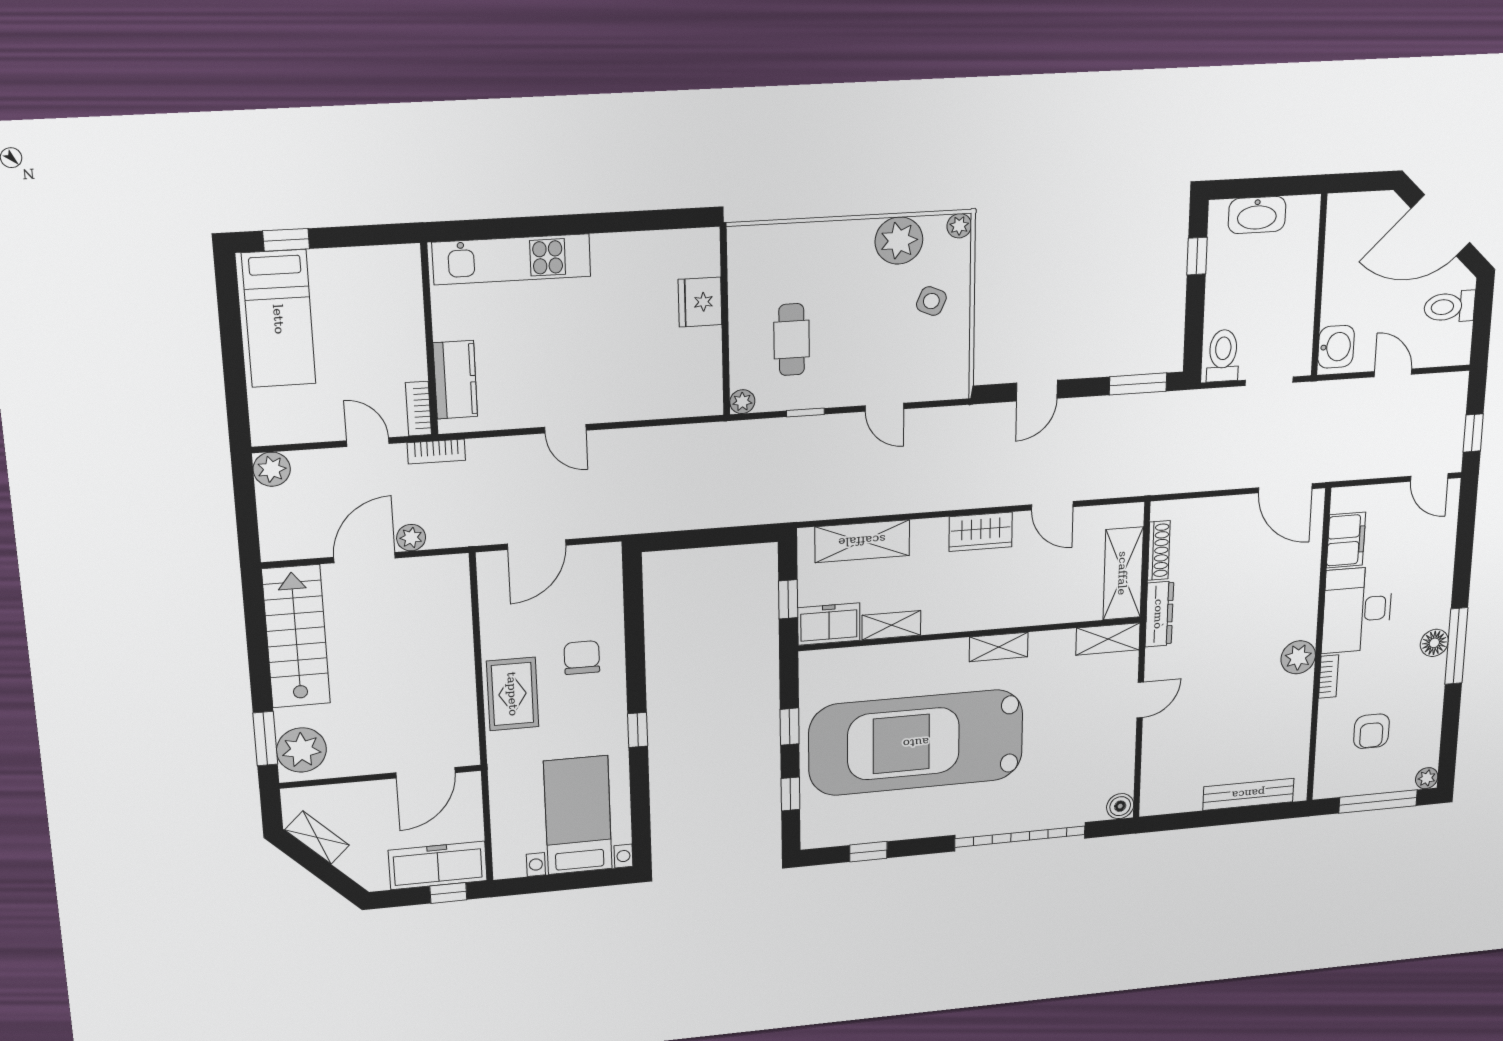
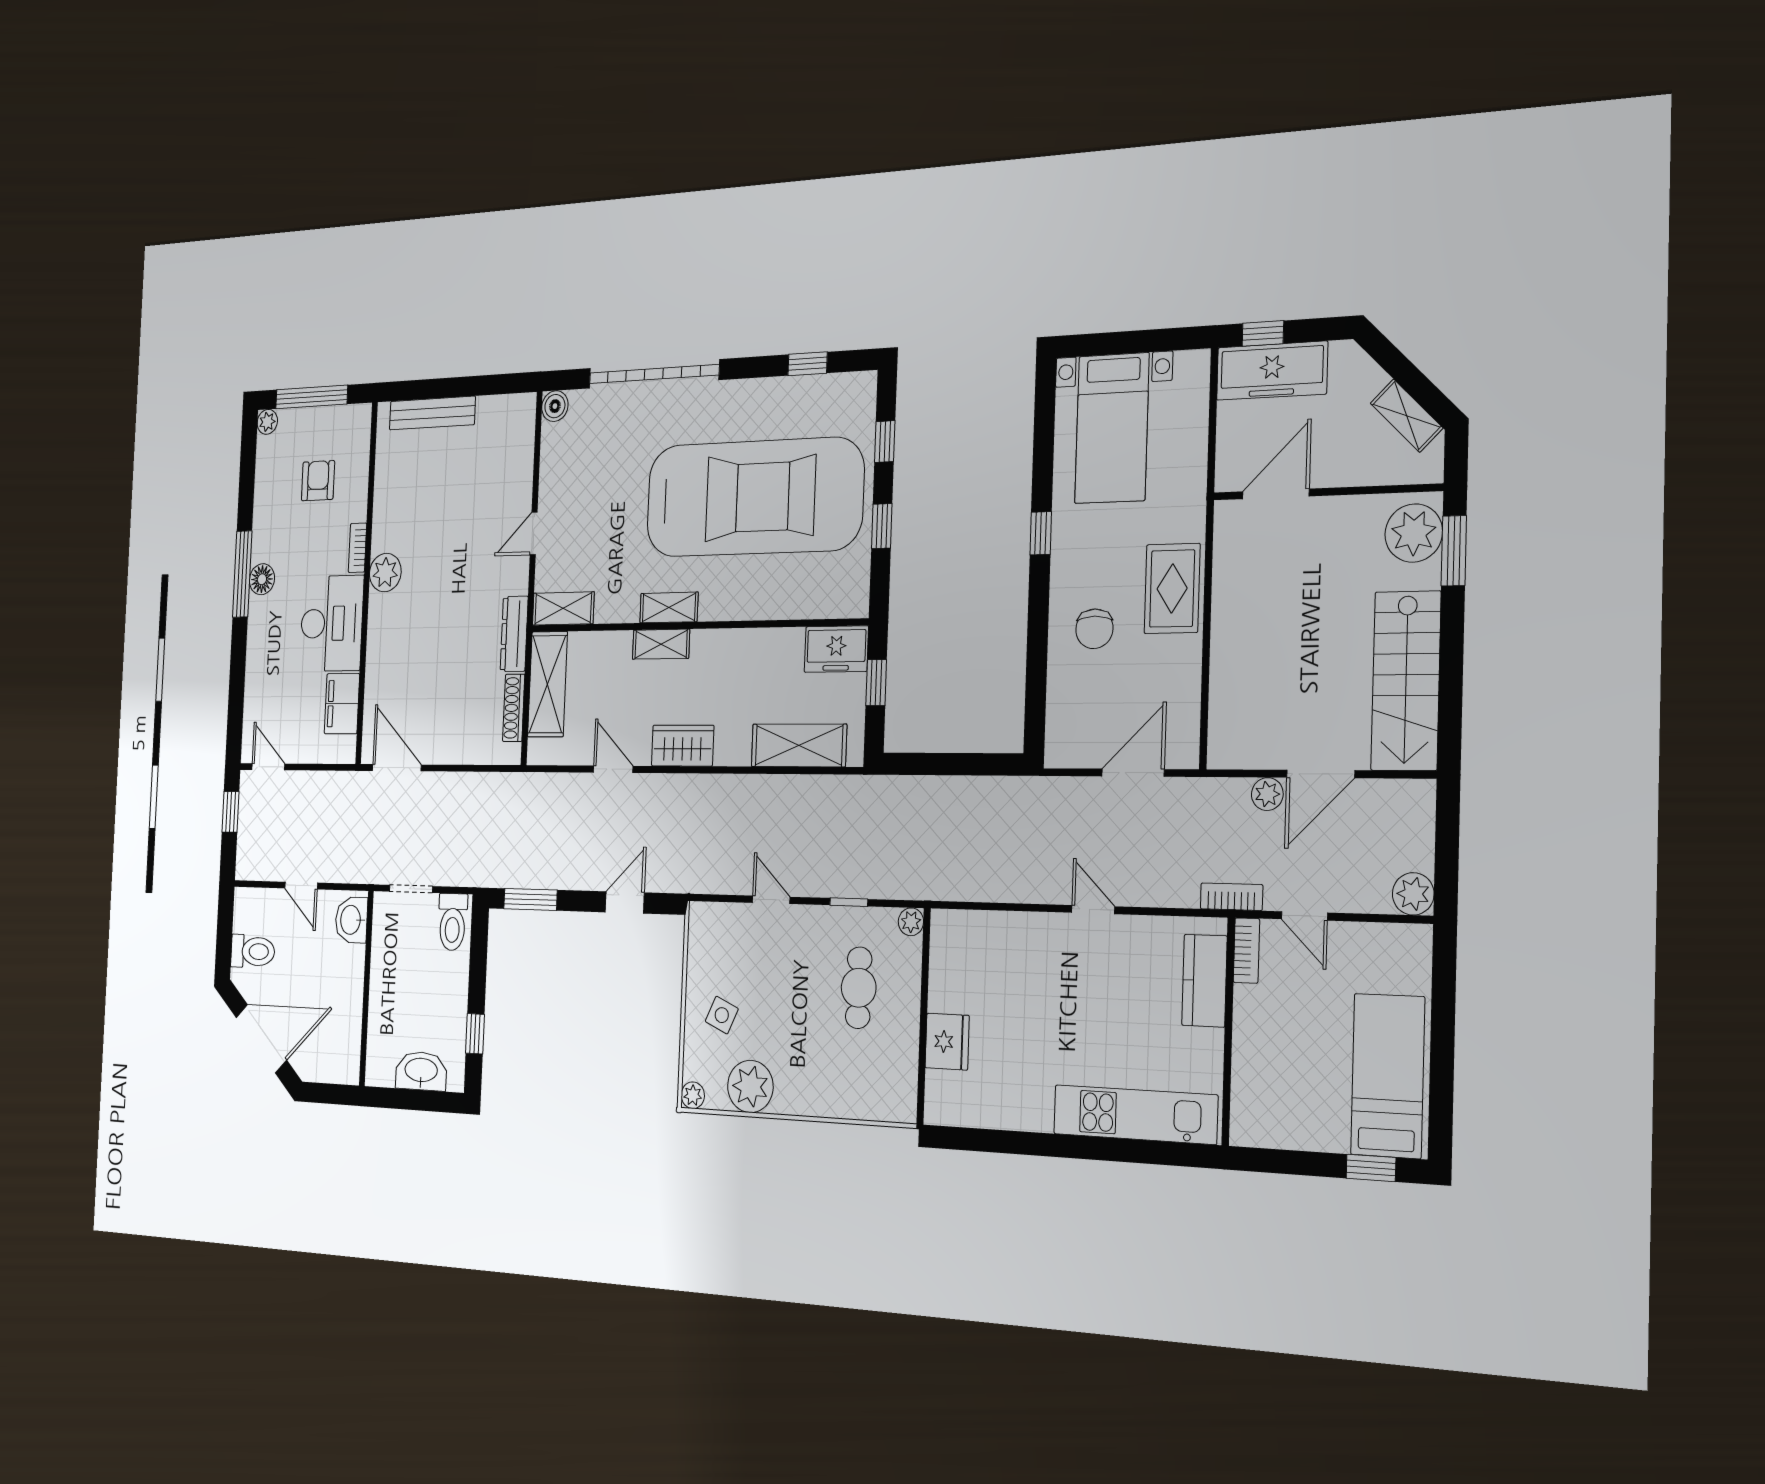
shelving: (891, 625) -> (661, 644), moved

